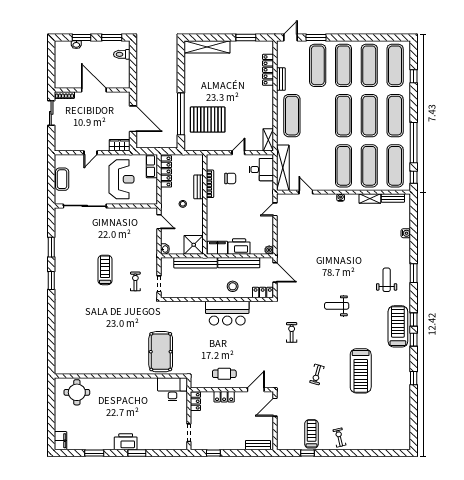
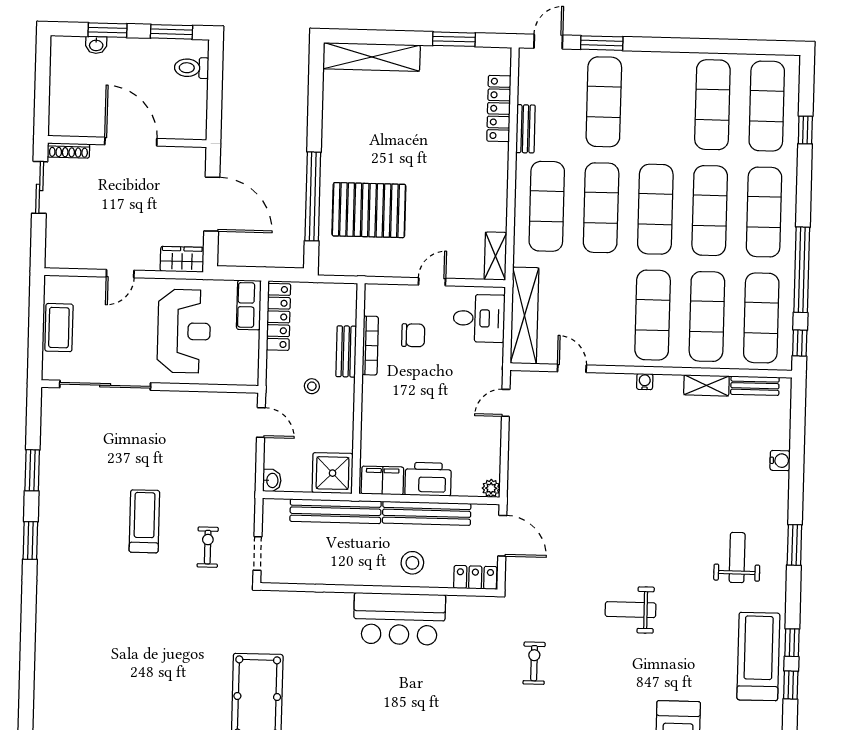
exercise mat: (343, 65) -> (601, 208), moved

